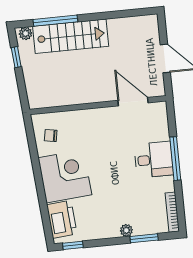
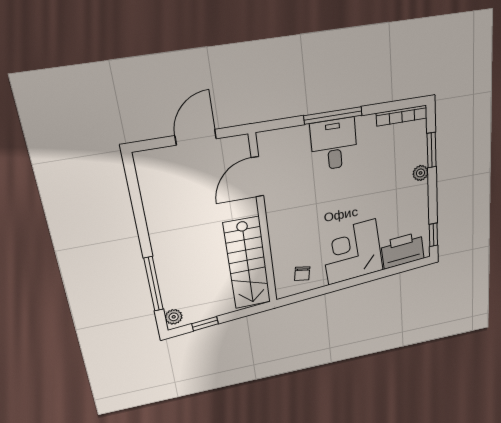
stairs: (71, 36) -> (247, 263), moved, turned 180

